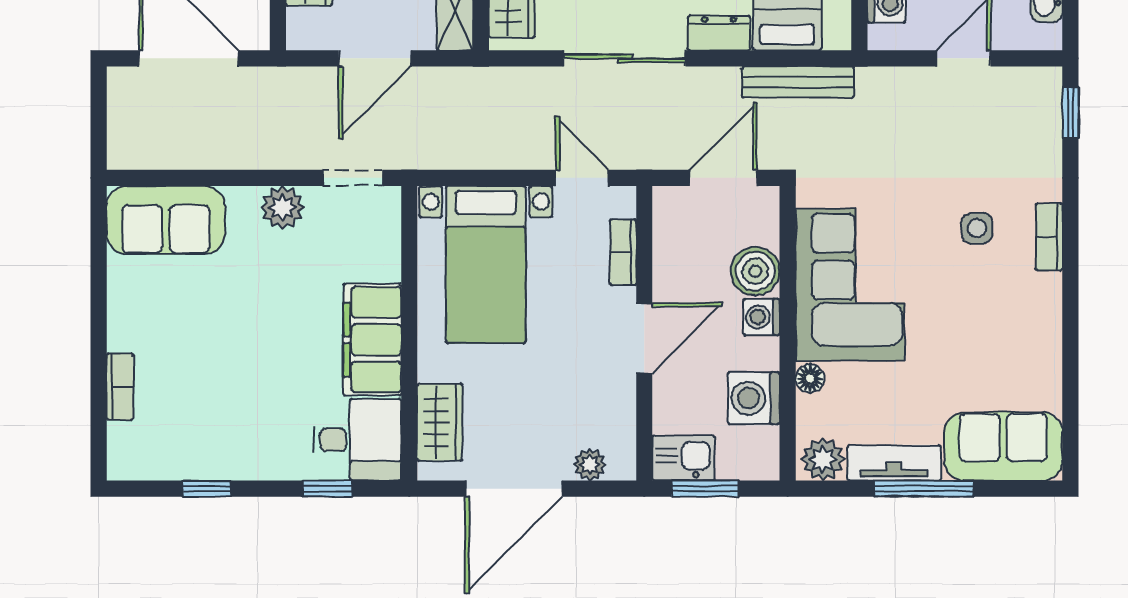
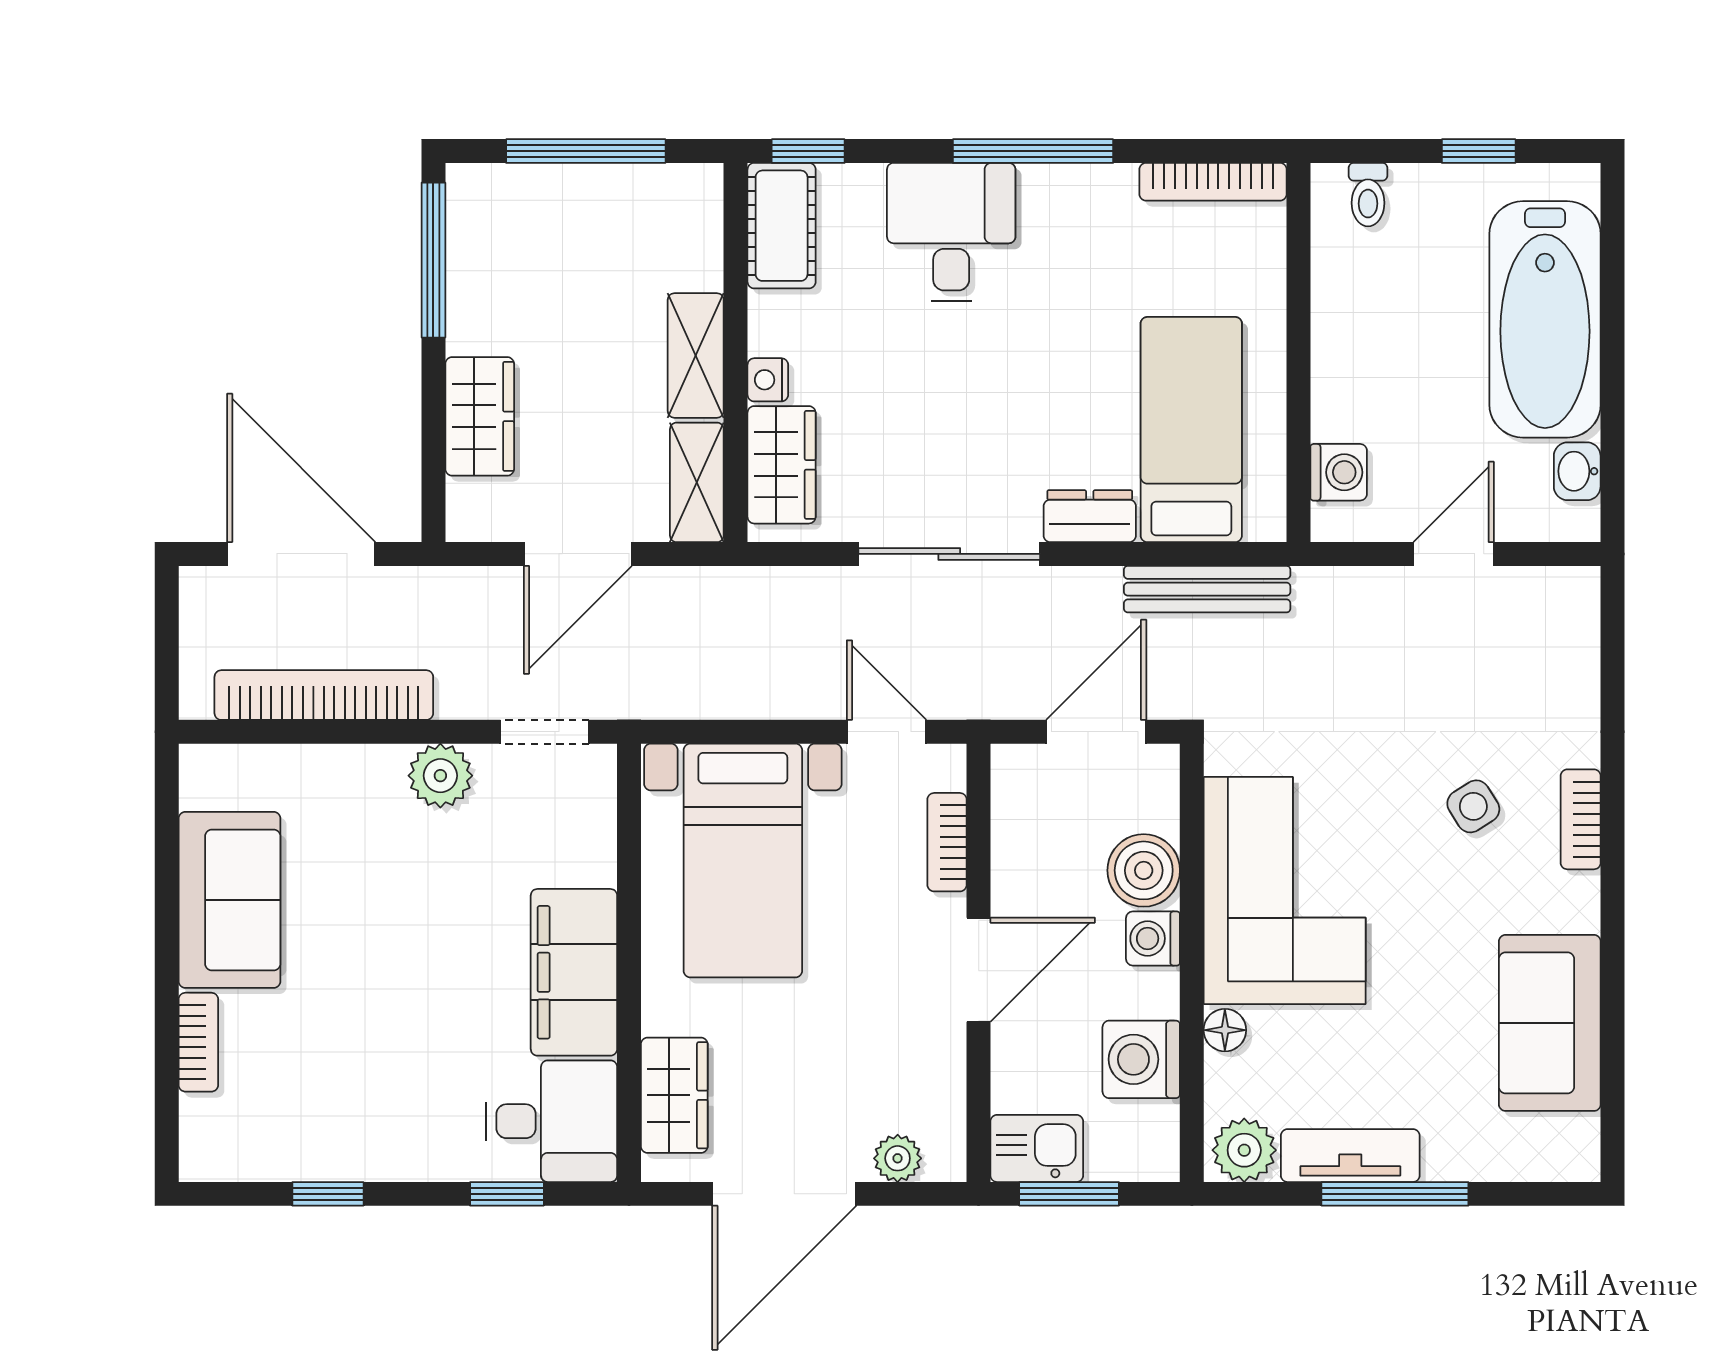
window: (1070, 112) -> (1613, 634), removed
bookcase: (204, 153) -> (324, 695), added
sofa: (166, 220) -> (230, 900), moved, turned -90
side table: (977, 228) -> (1473, 806), turned -32
sofa: (1003, 446) -> (1550, 1023), moved, turned -90

